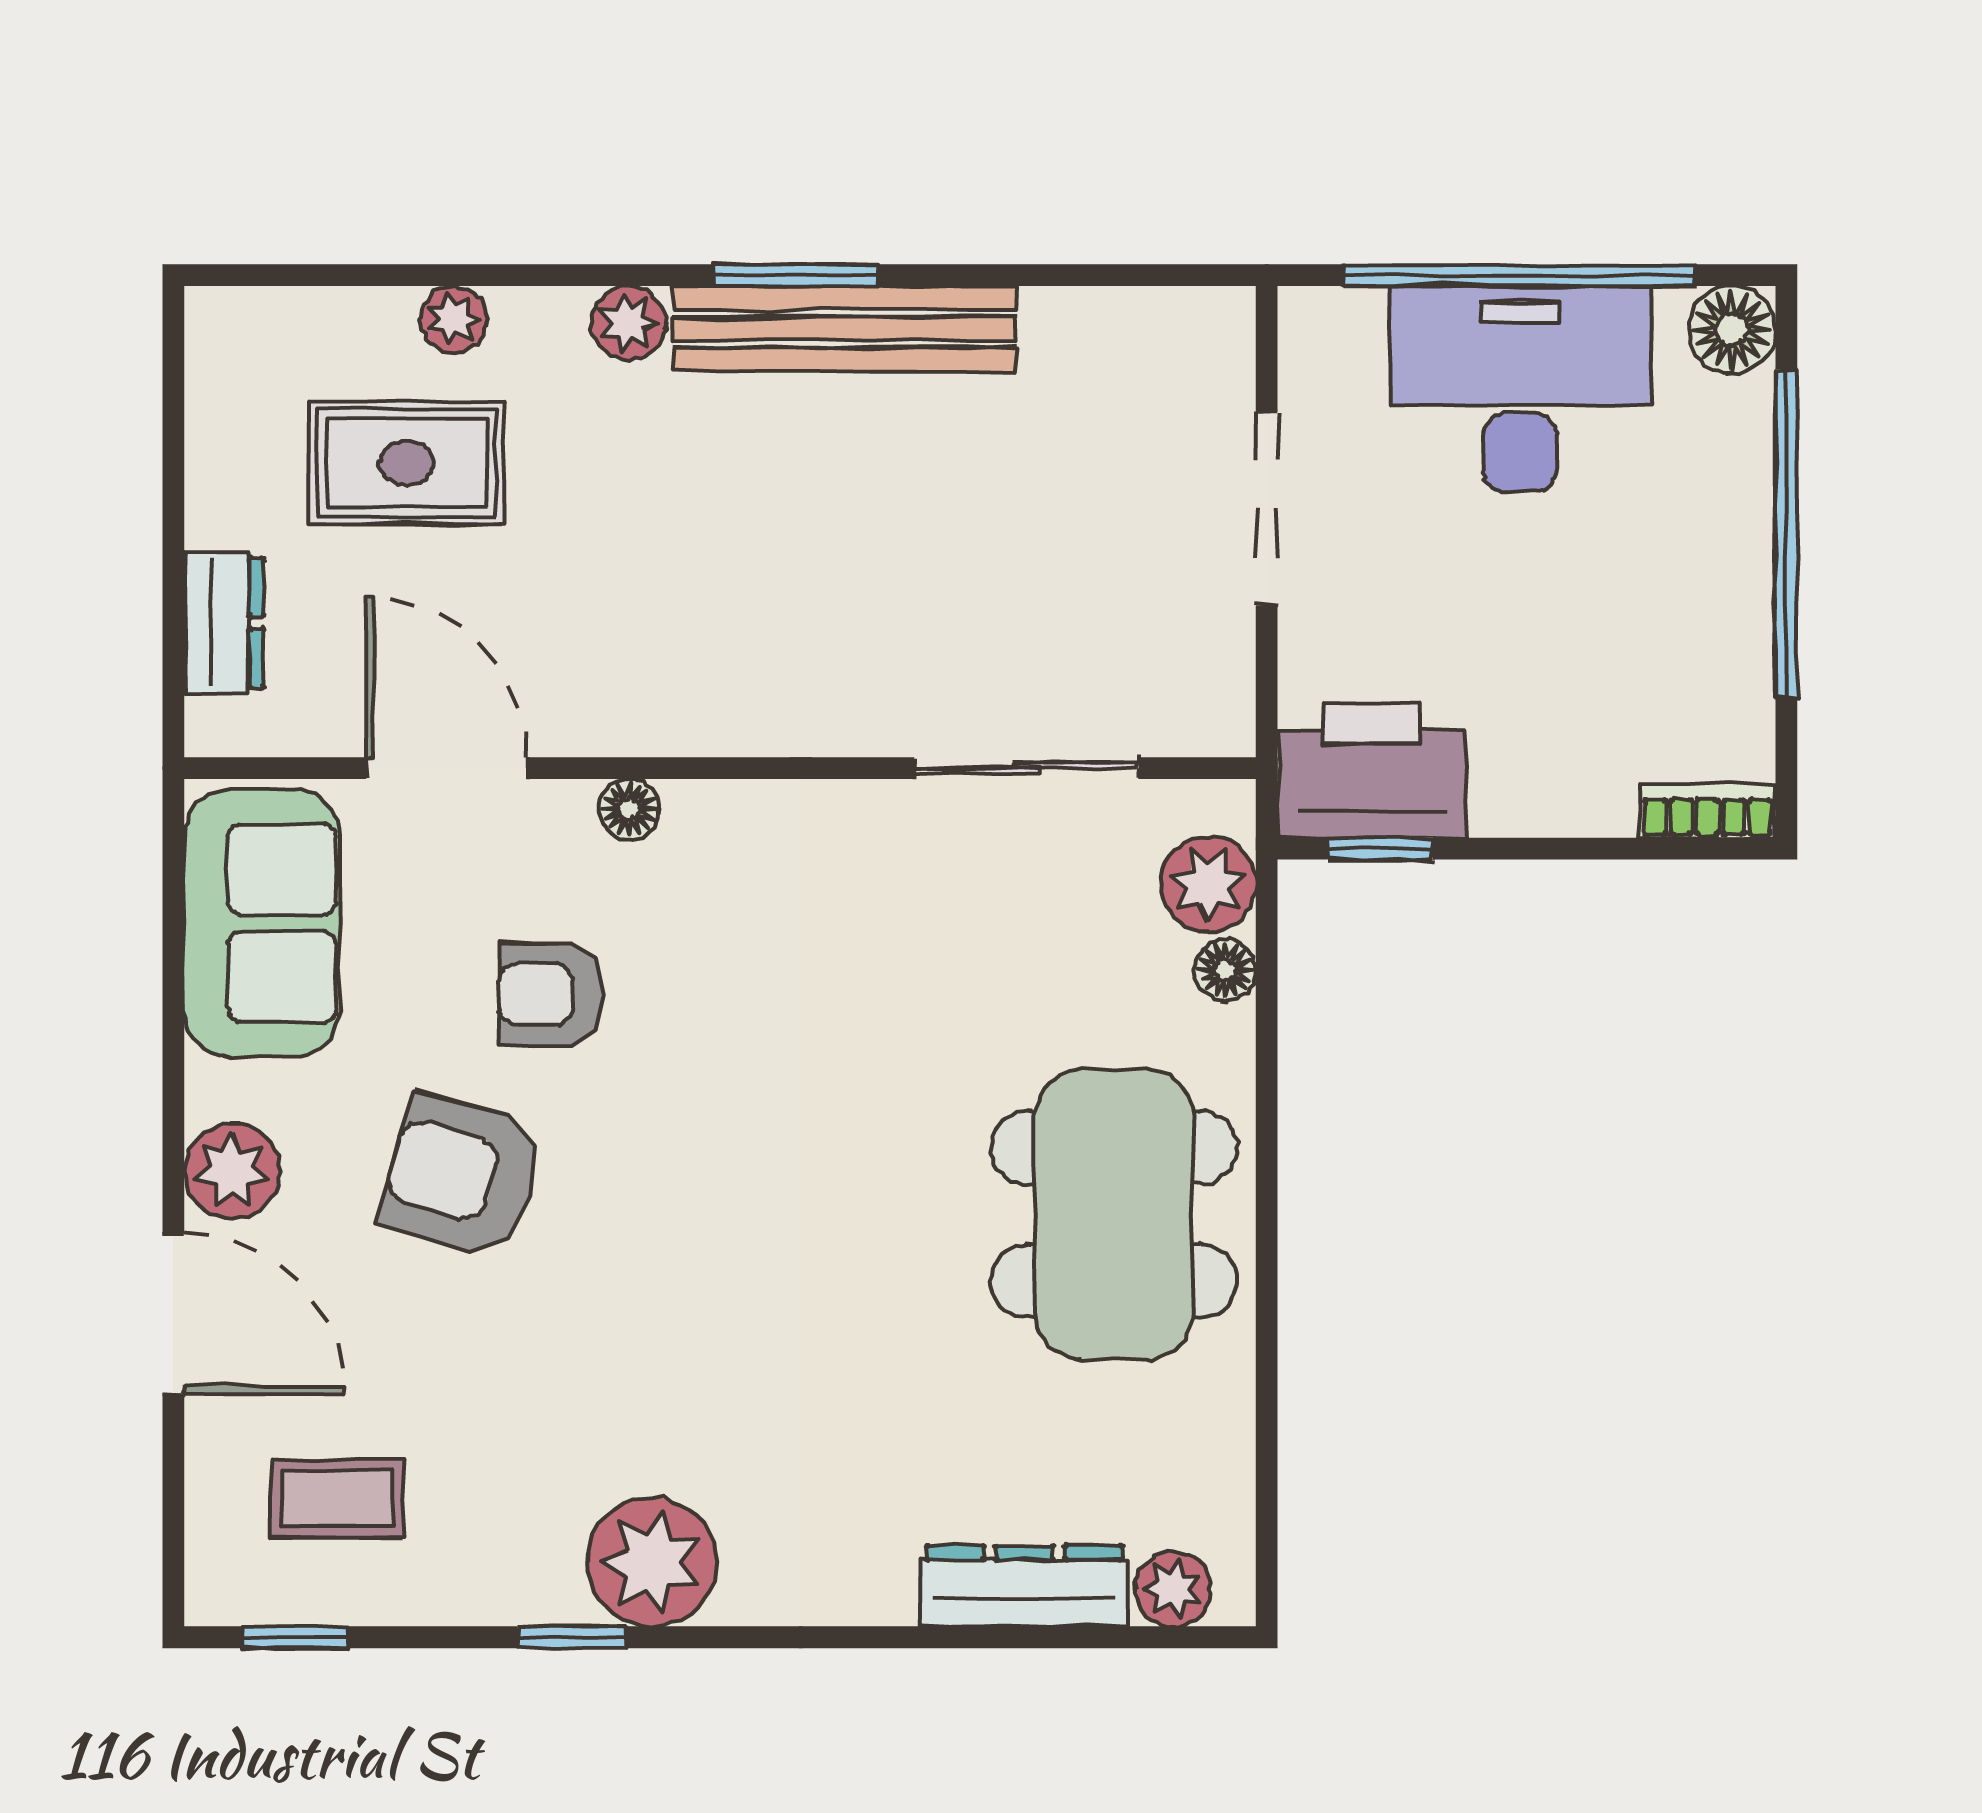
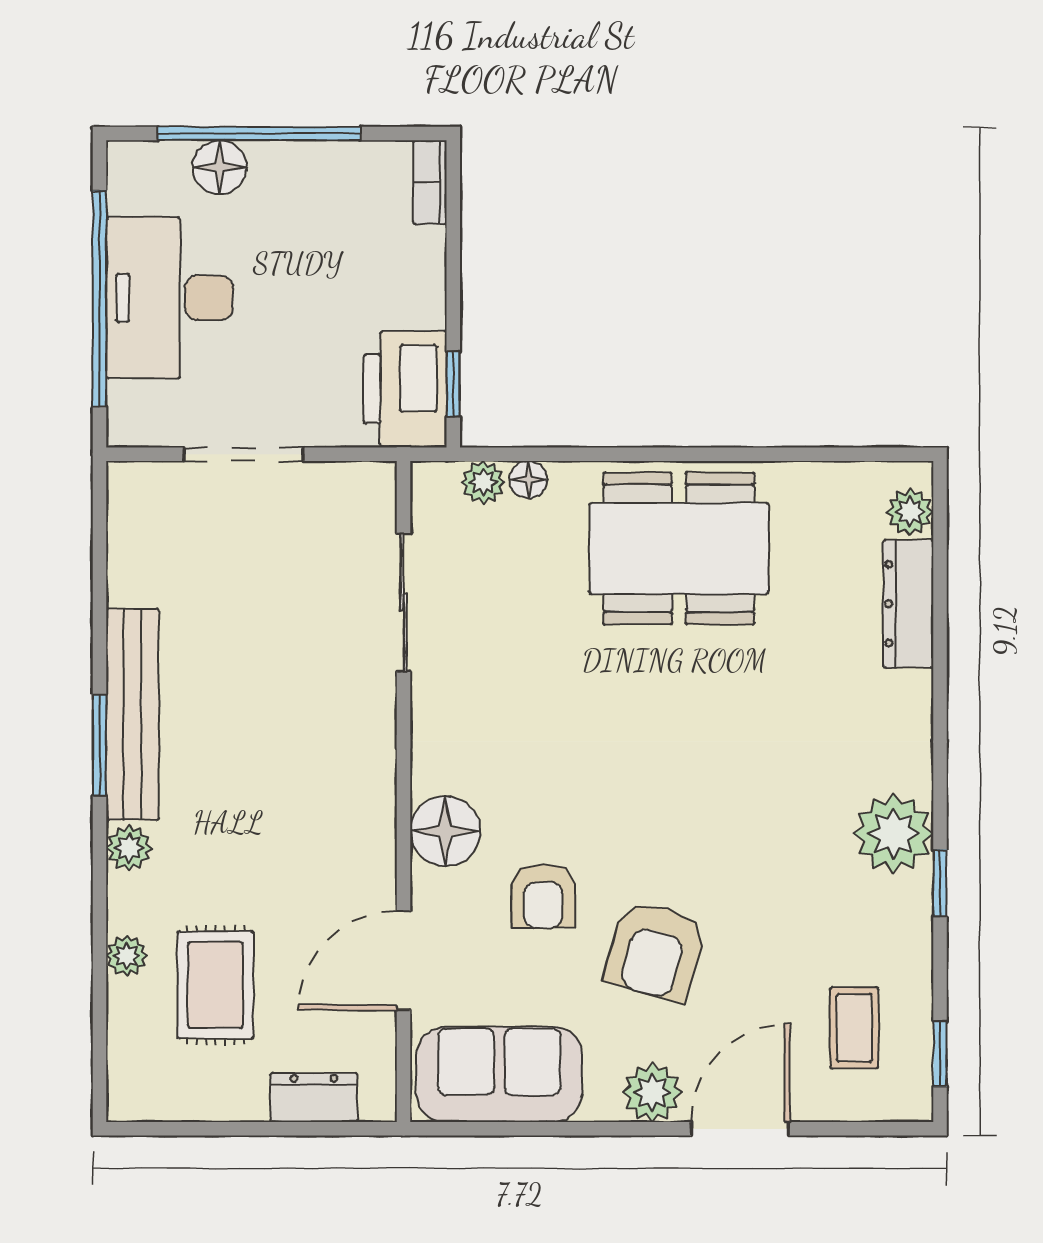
floor lamp: (1732, 330) -> (219, 167), moved
floor lamp: (629, 809) -> (445, 831), width x1.89, depth x1.89
plant: (1208, 884) -> (483, 482), width x0.73, depth x0.73

